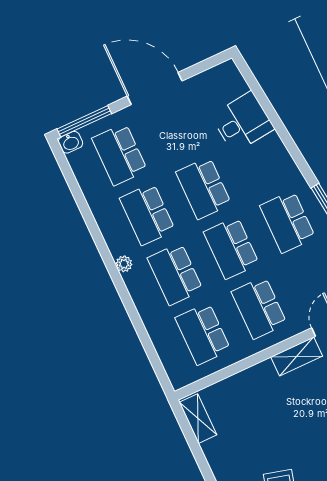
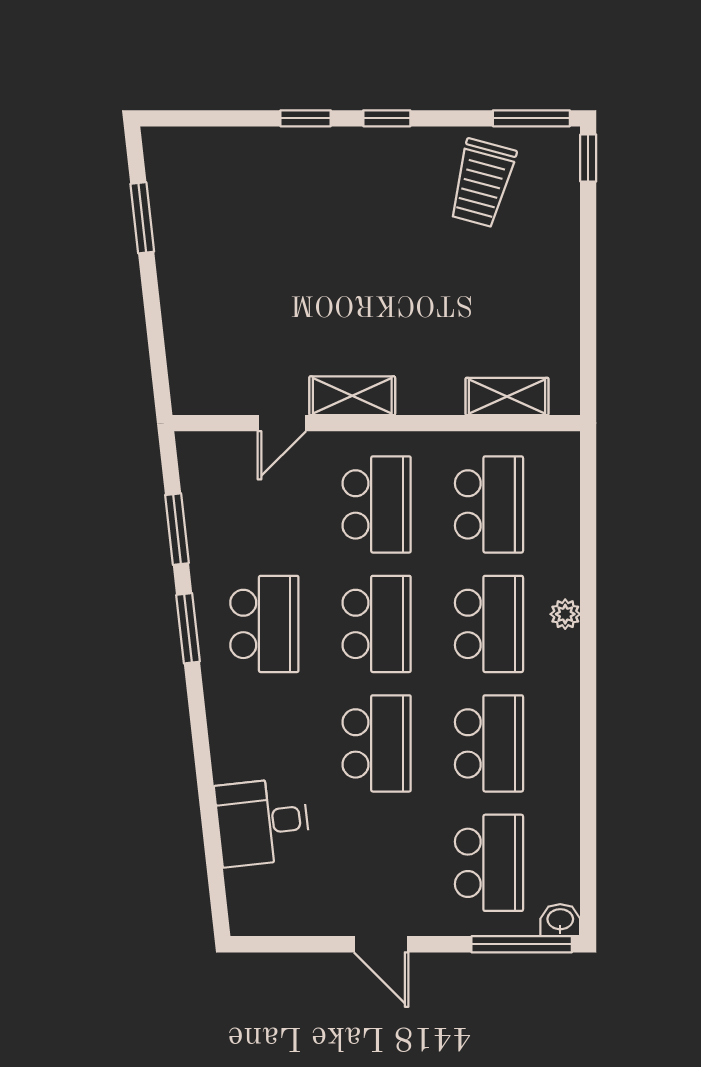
door: (155, 89) -> (381, 944), width x0.53
plant: (124, 264) -> (565, 614), moved
shelving: (198, 419) -> (507, 396), moved, turned 90

